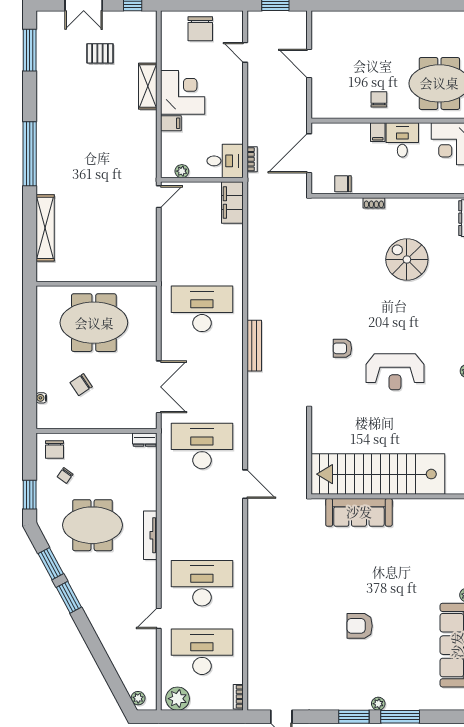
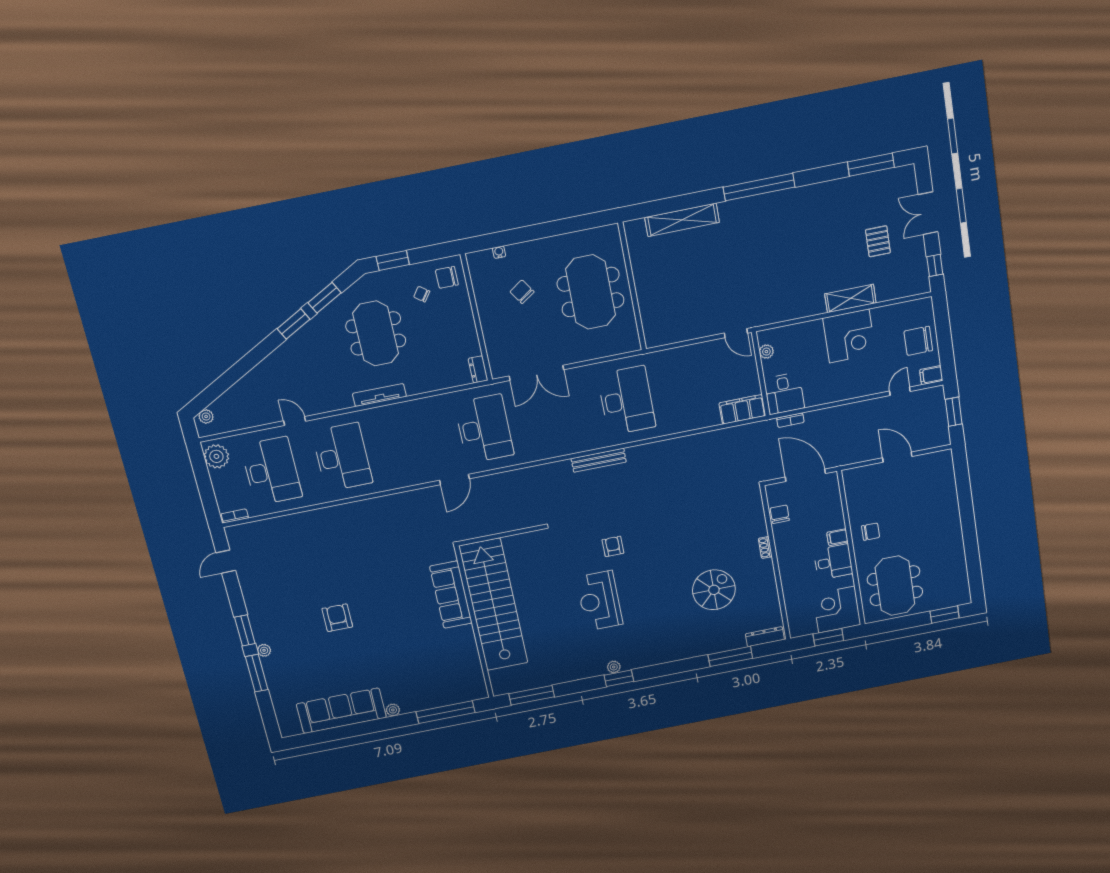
door: (309, 63) -> (897, 457), hinge flipped
filing cabinet: (171, 123) -> (931, 375), moved, turned 90

